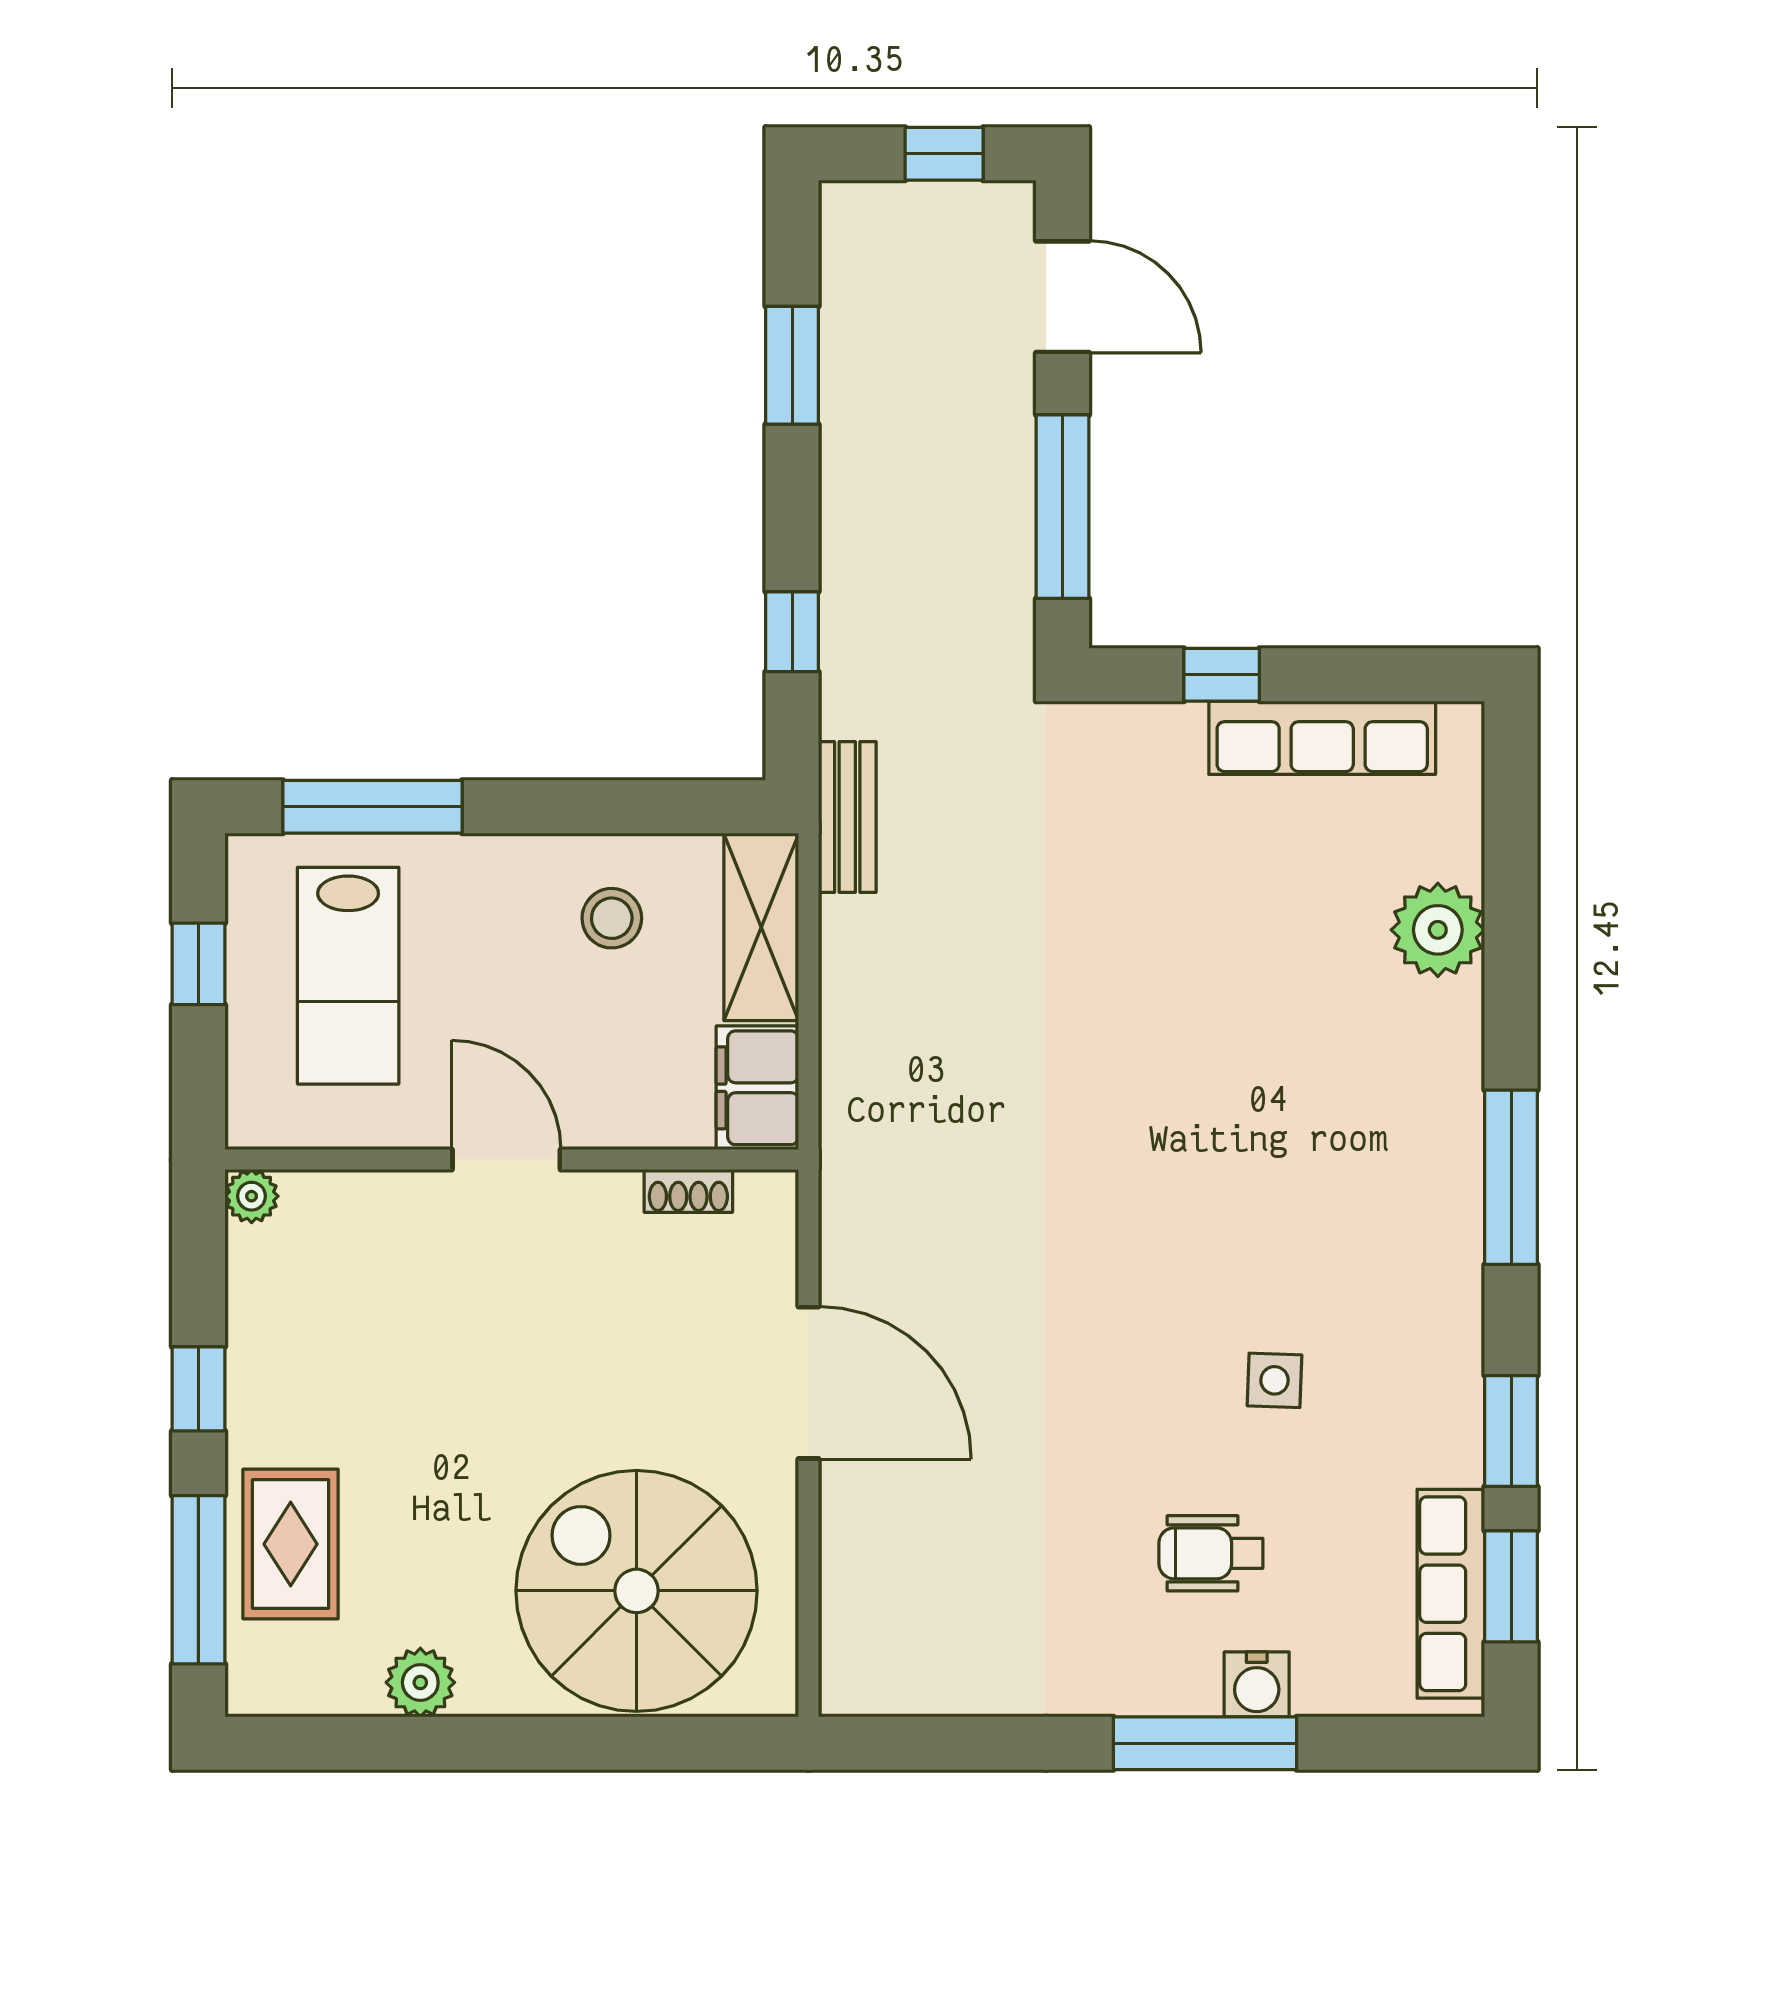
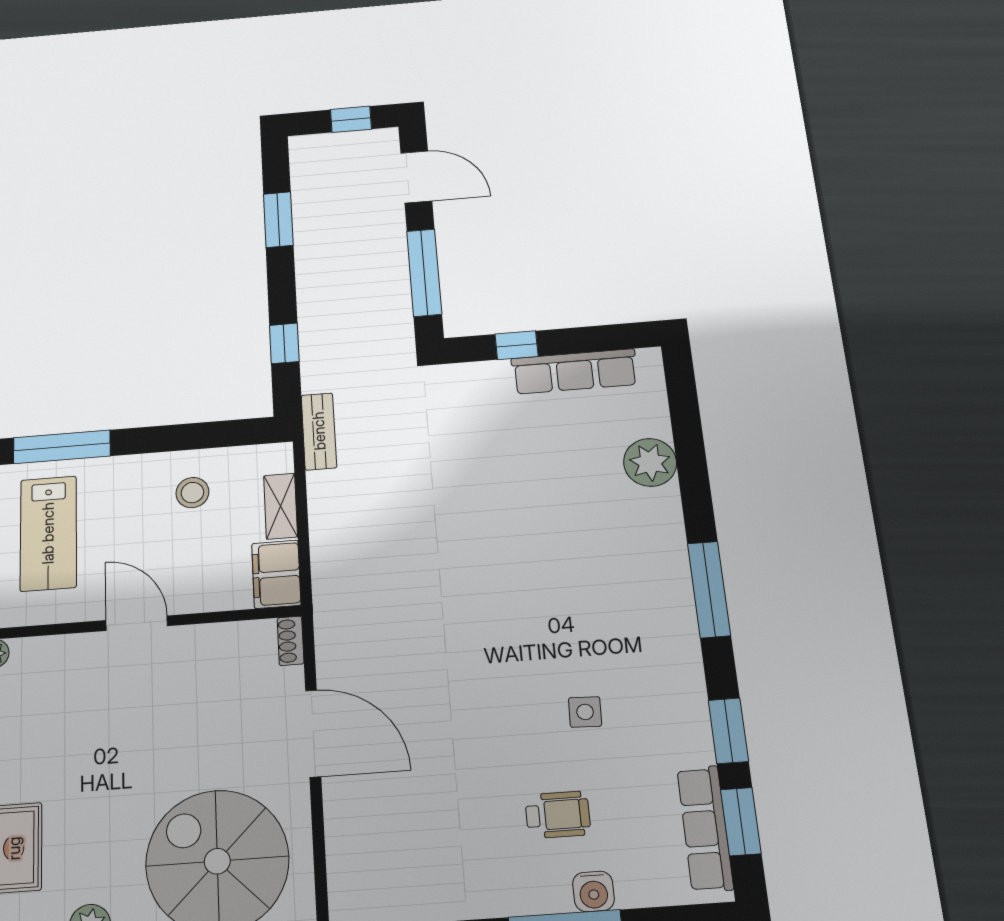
shelving: (761, 927) -> (281, 506), width x0.67, depth x0.75
shoe rack: (688, 1191) -> (291, 641), moved, turned 90
wheelchair: (1211, 1553) -> (558, 815), turned 180

